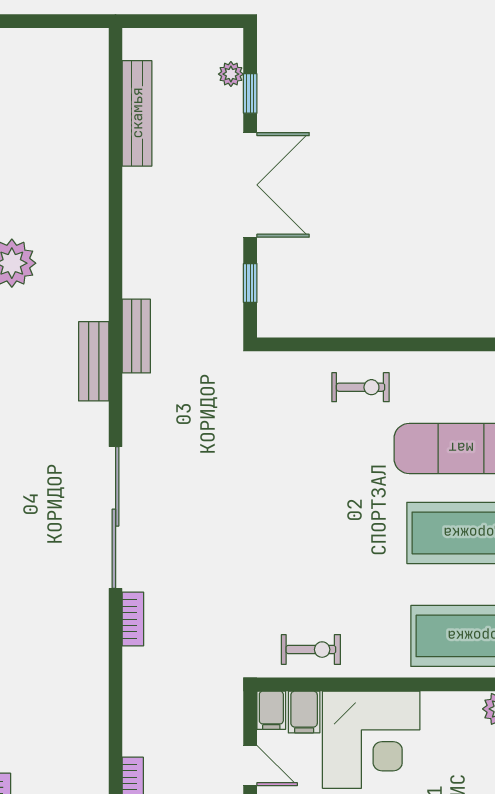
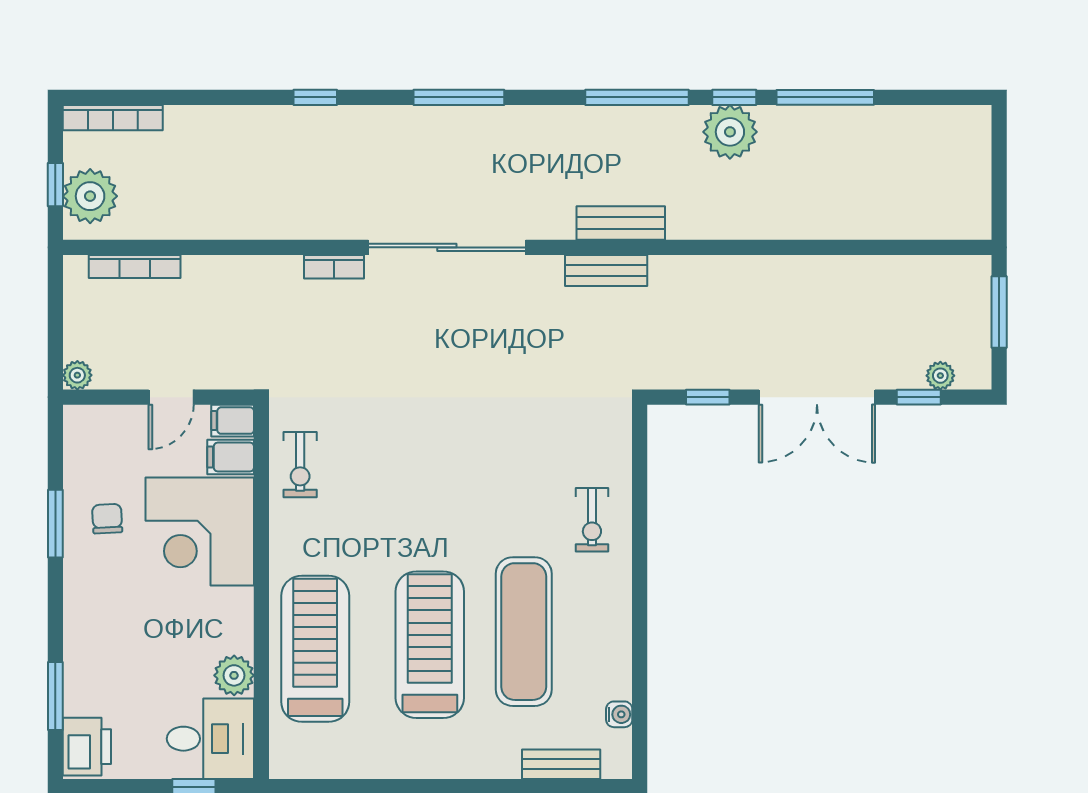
window: (174, 21) -> (999, 312), added
bench: (137, 113) -> (897, 271), removed
bench: (136, 336) -> (606, 270), moved

